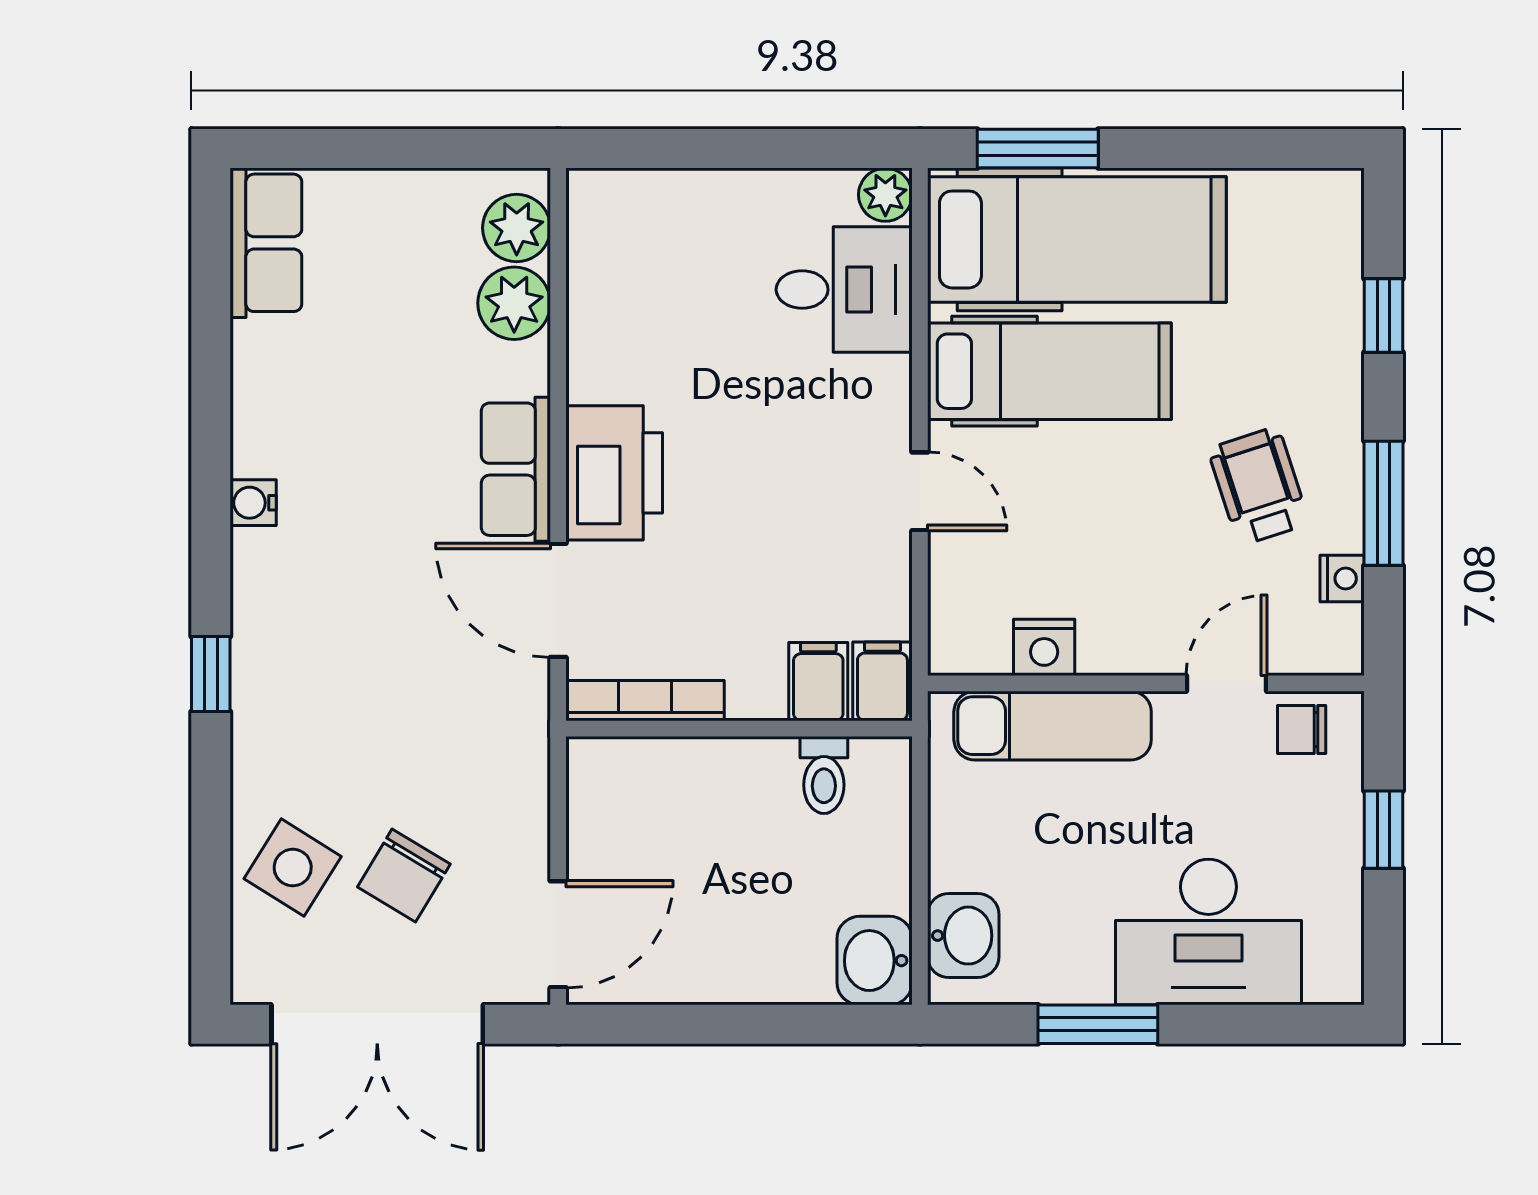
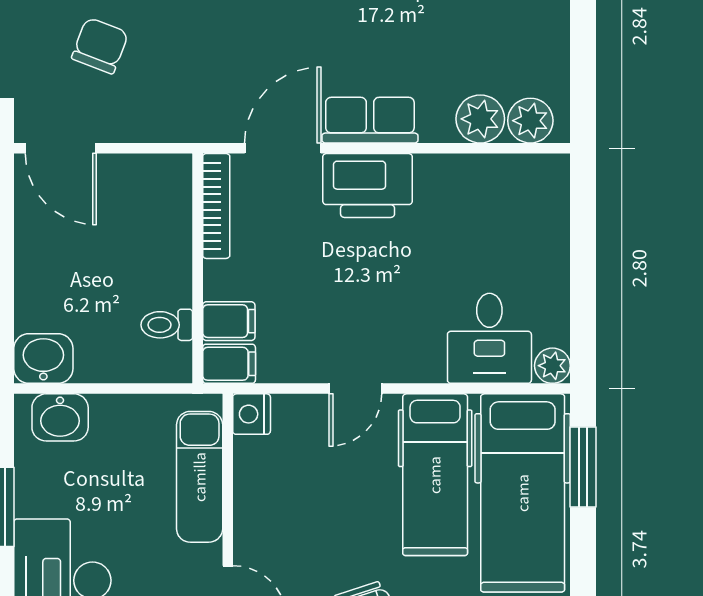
nightstand: (1044, 647) -> (252, 414), moved
chair: (404, 875) -> (100, 46), turned 80

